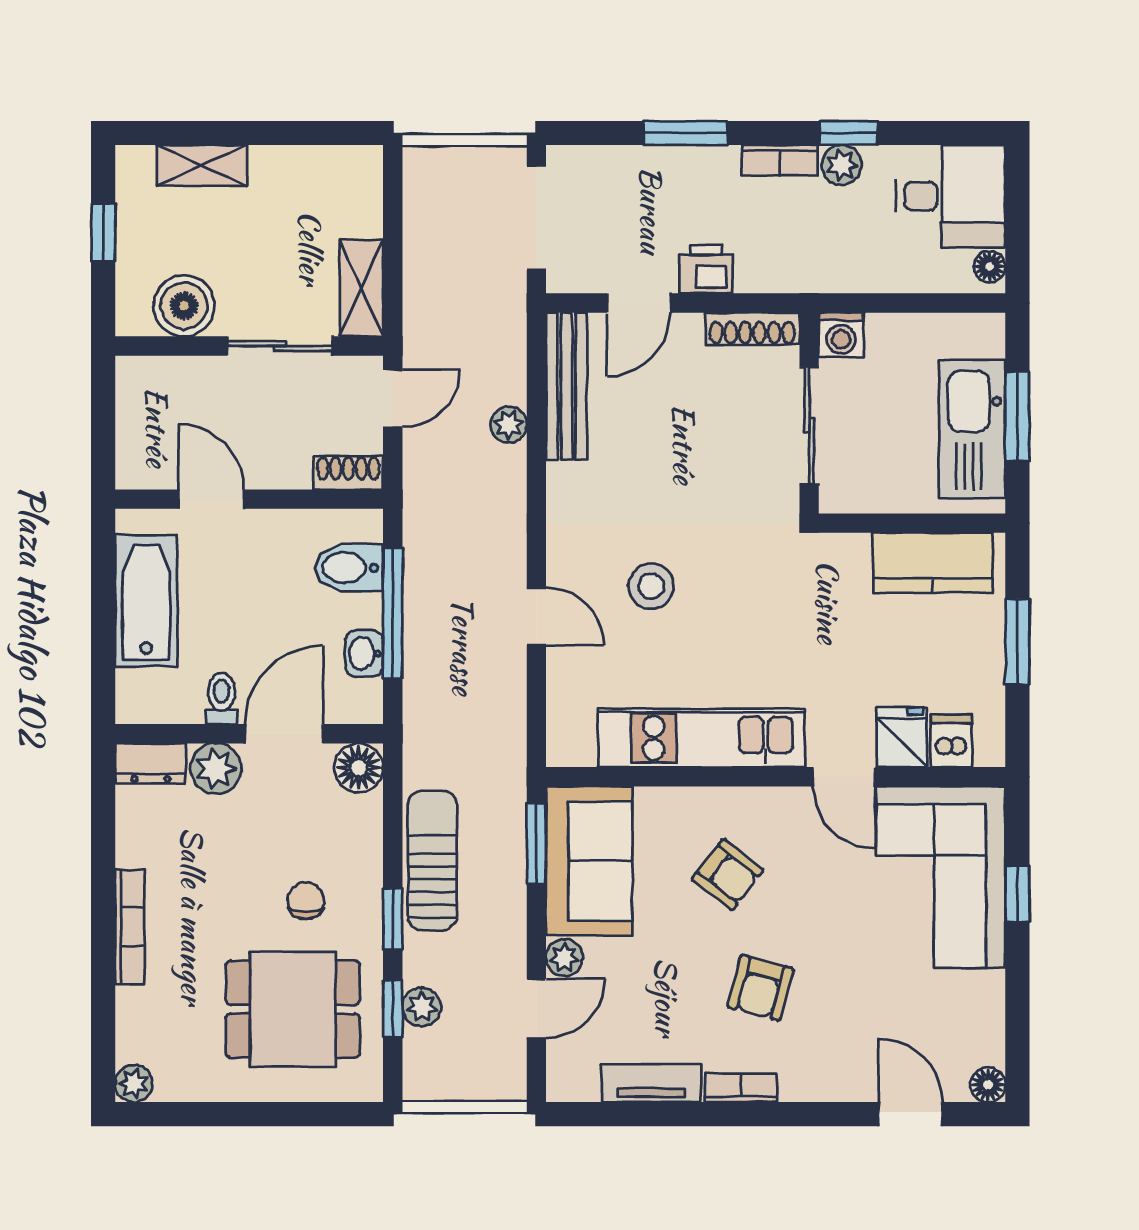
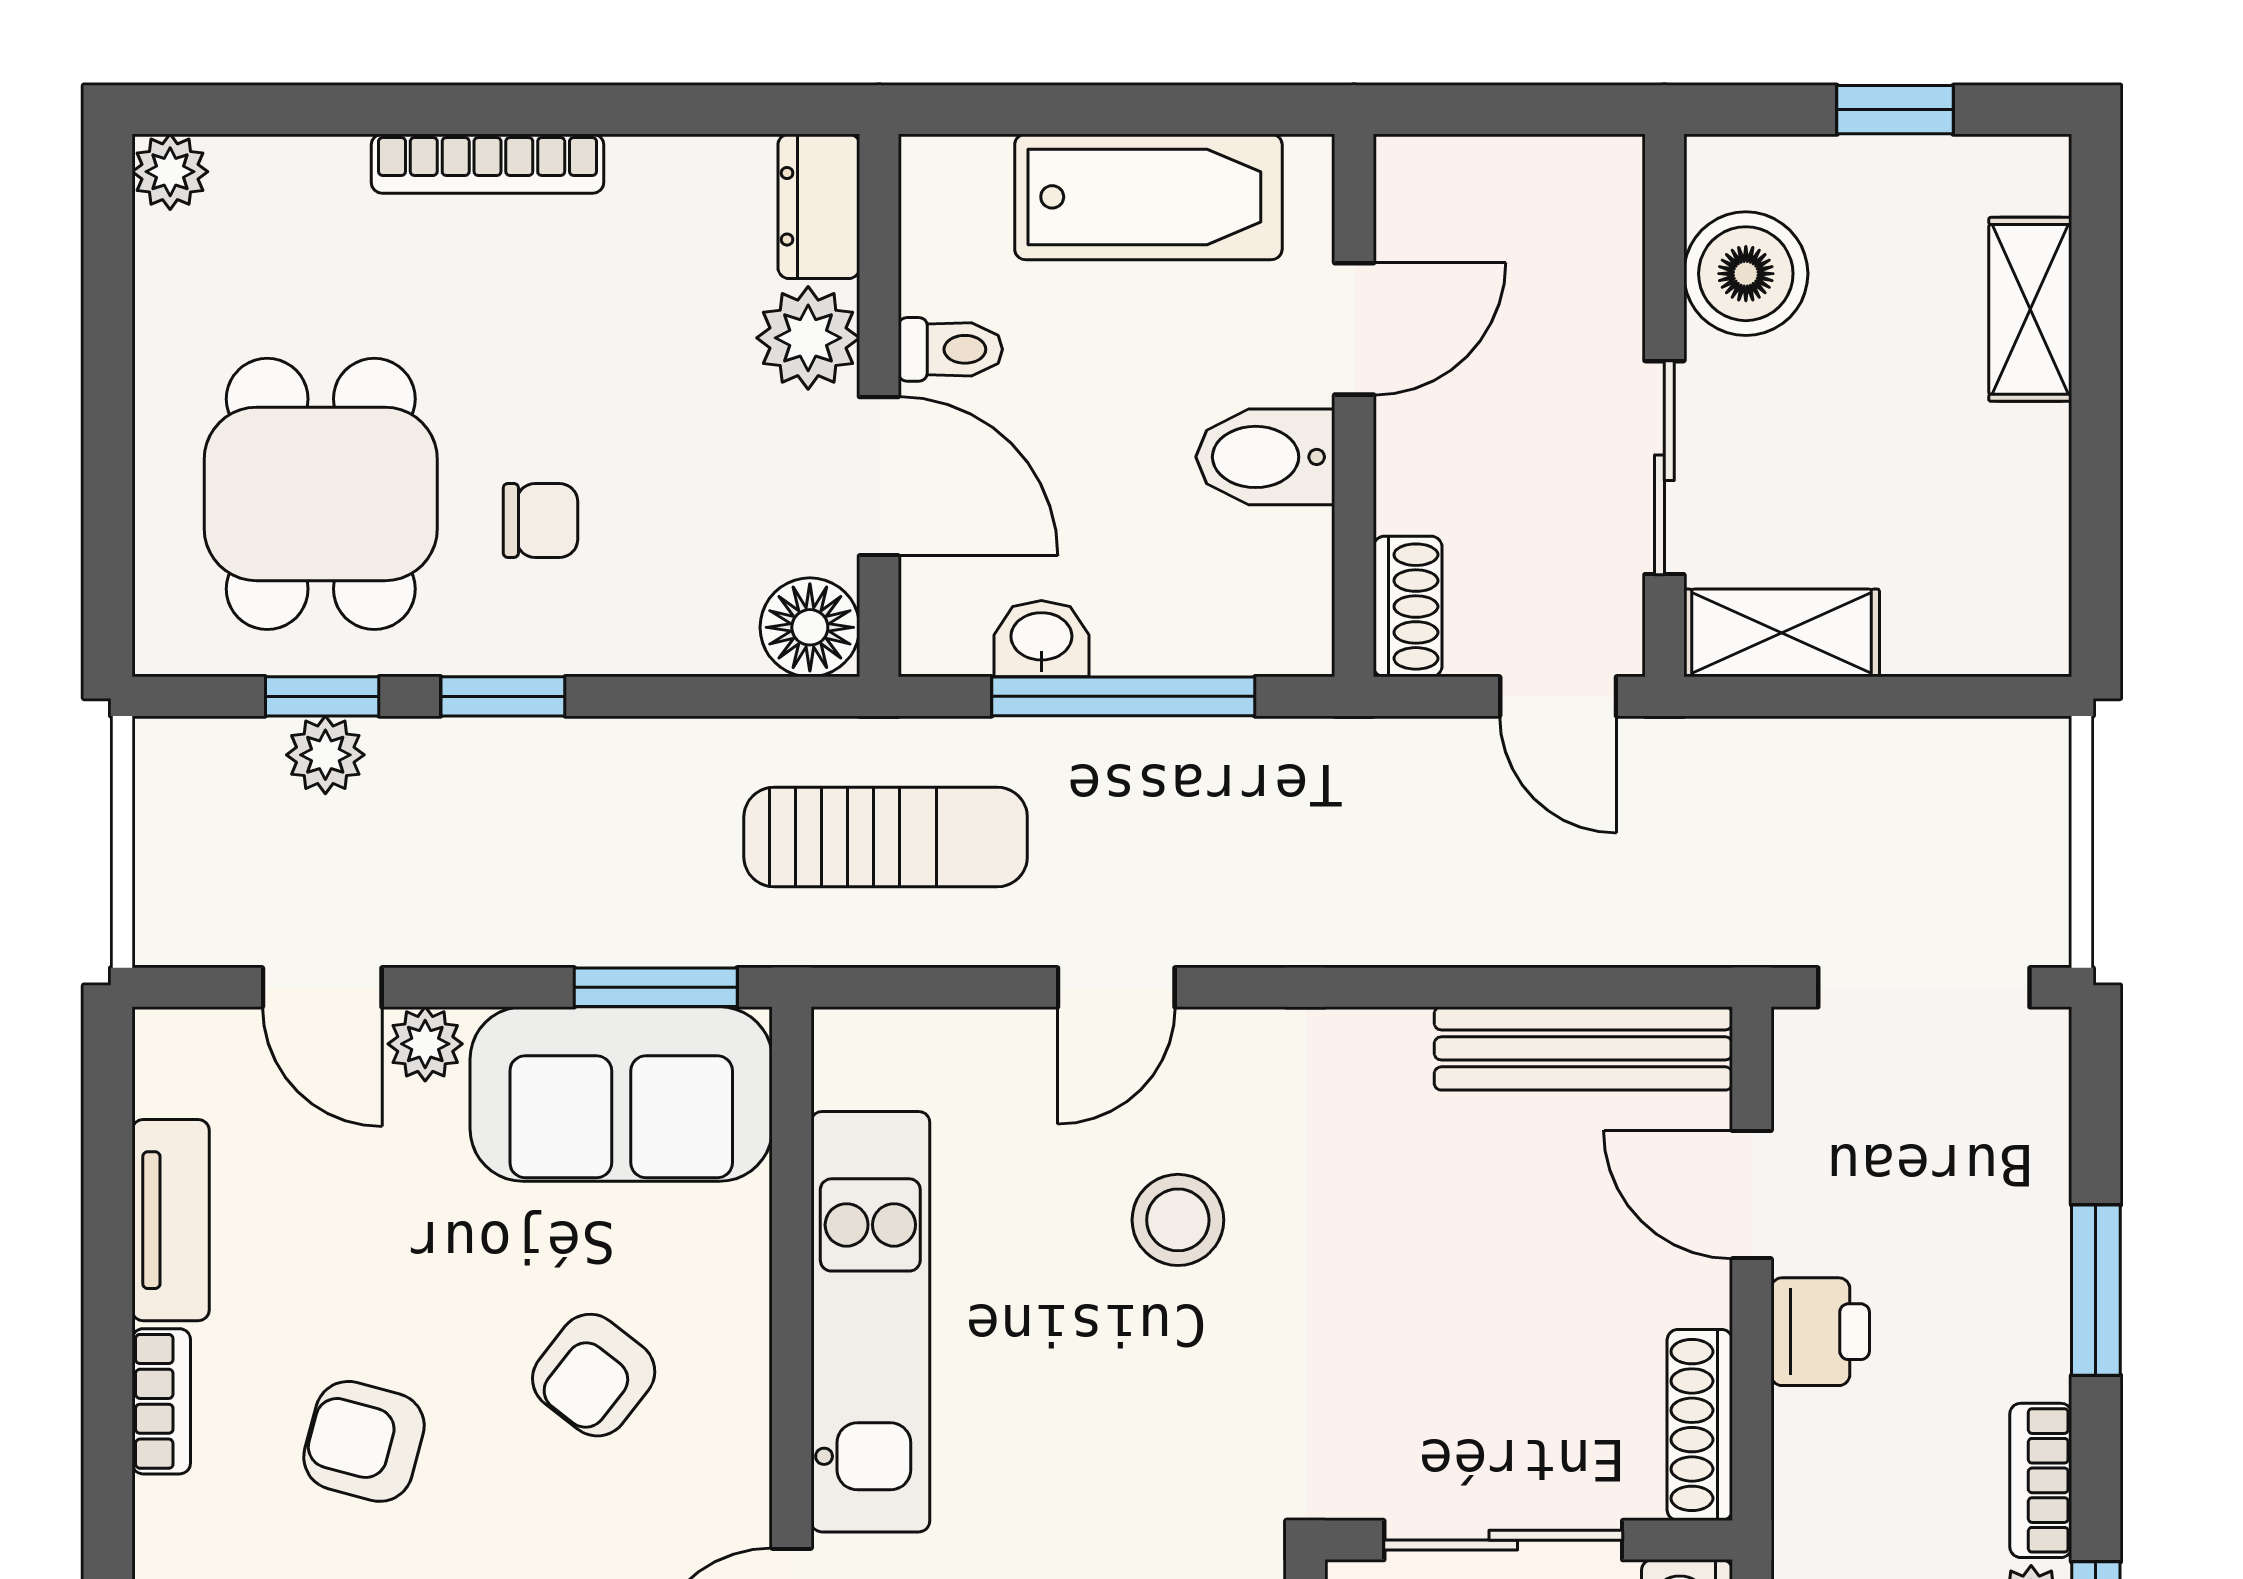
plant: (509, 425) -> (1505, 931), removed
bidet: (349, 568) -> (1265, 457), moved, turned -90
sun lounger: (432, 861) -> (886, 837), moved

